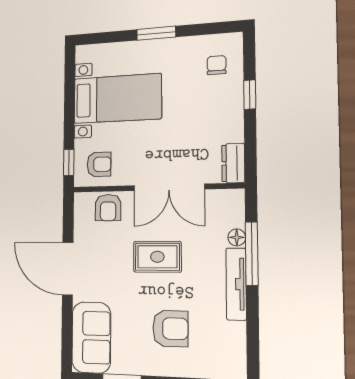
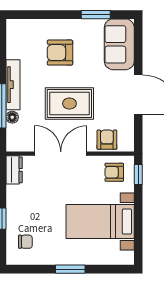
chair: (217, 65) -> (25, 242), turned -90
rug: (157, 257) -> (69, 104), width x1.36, depth x1.43

